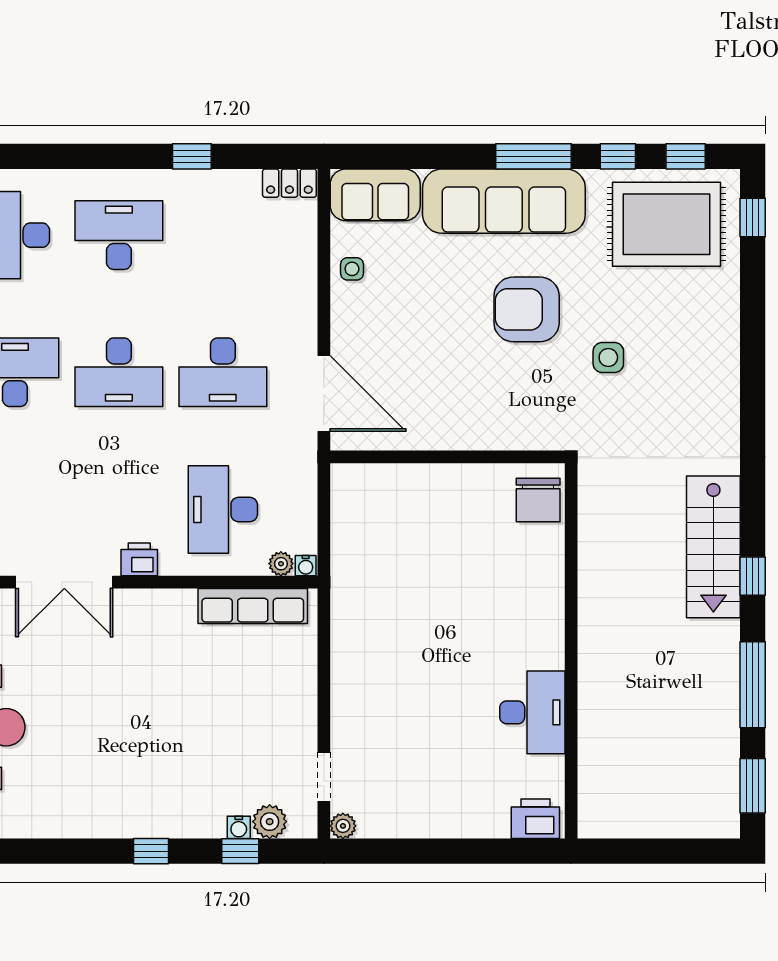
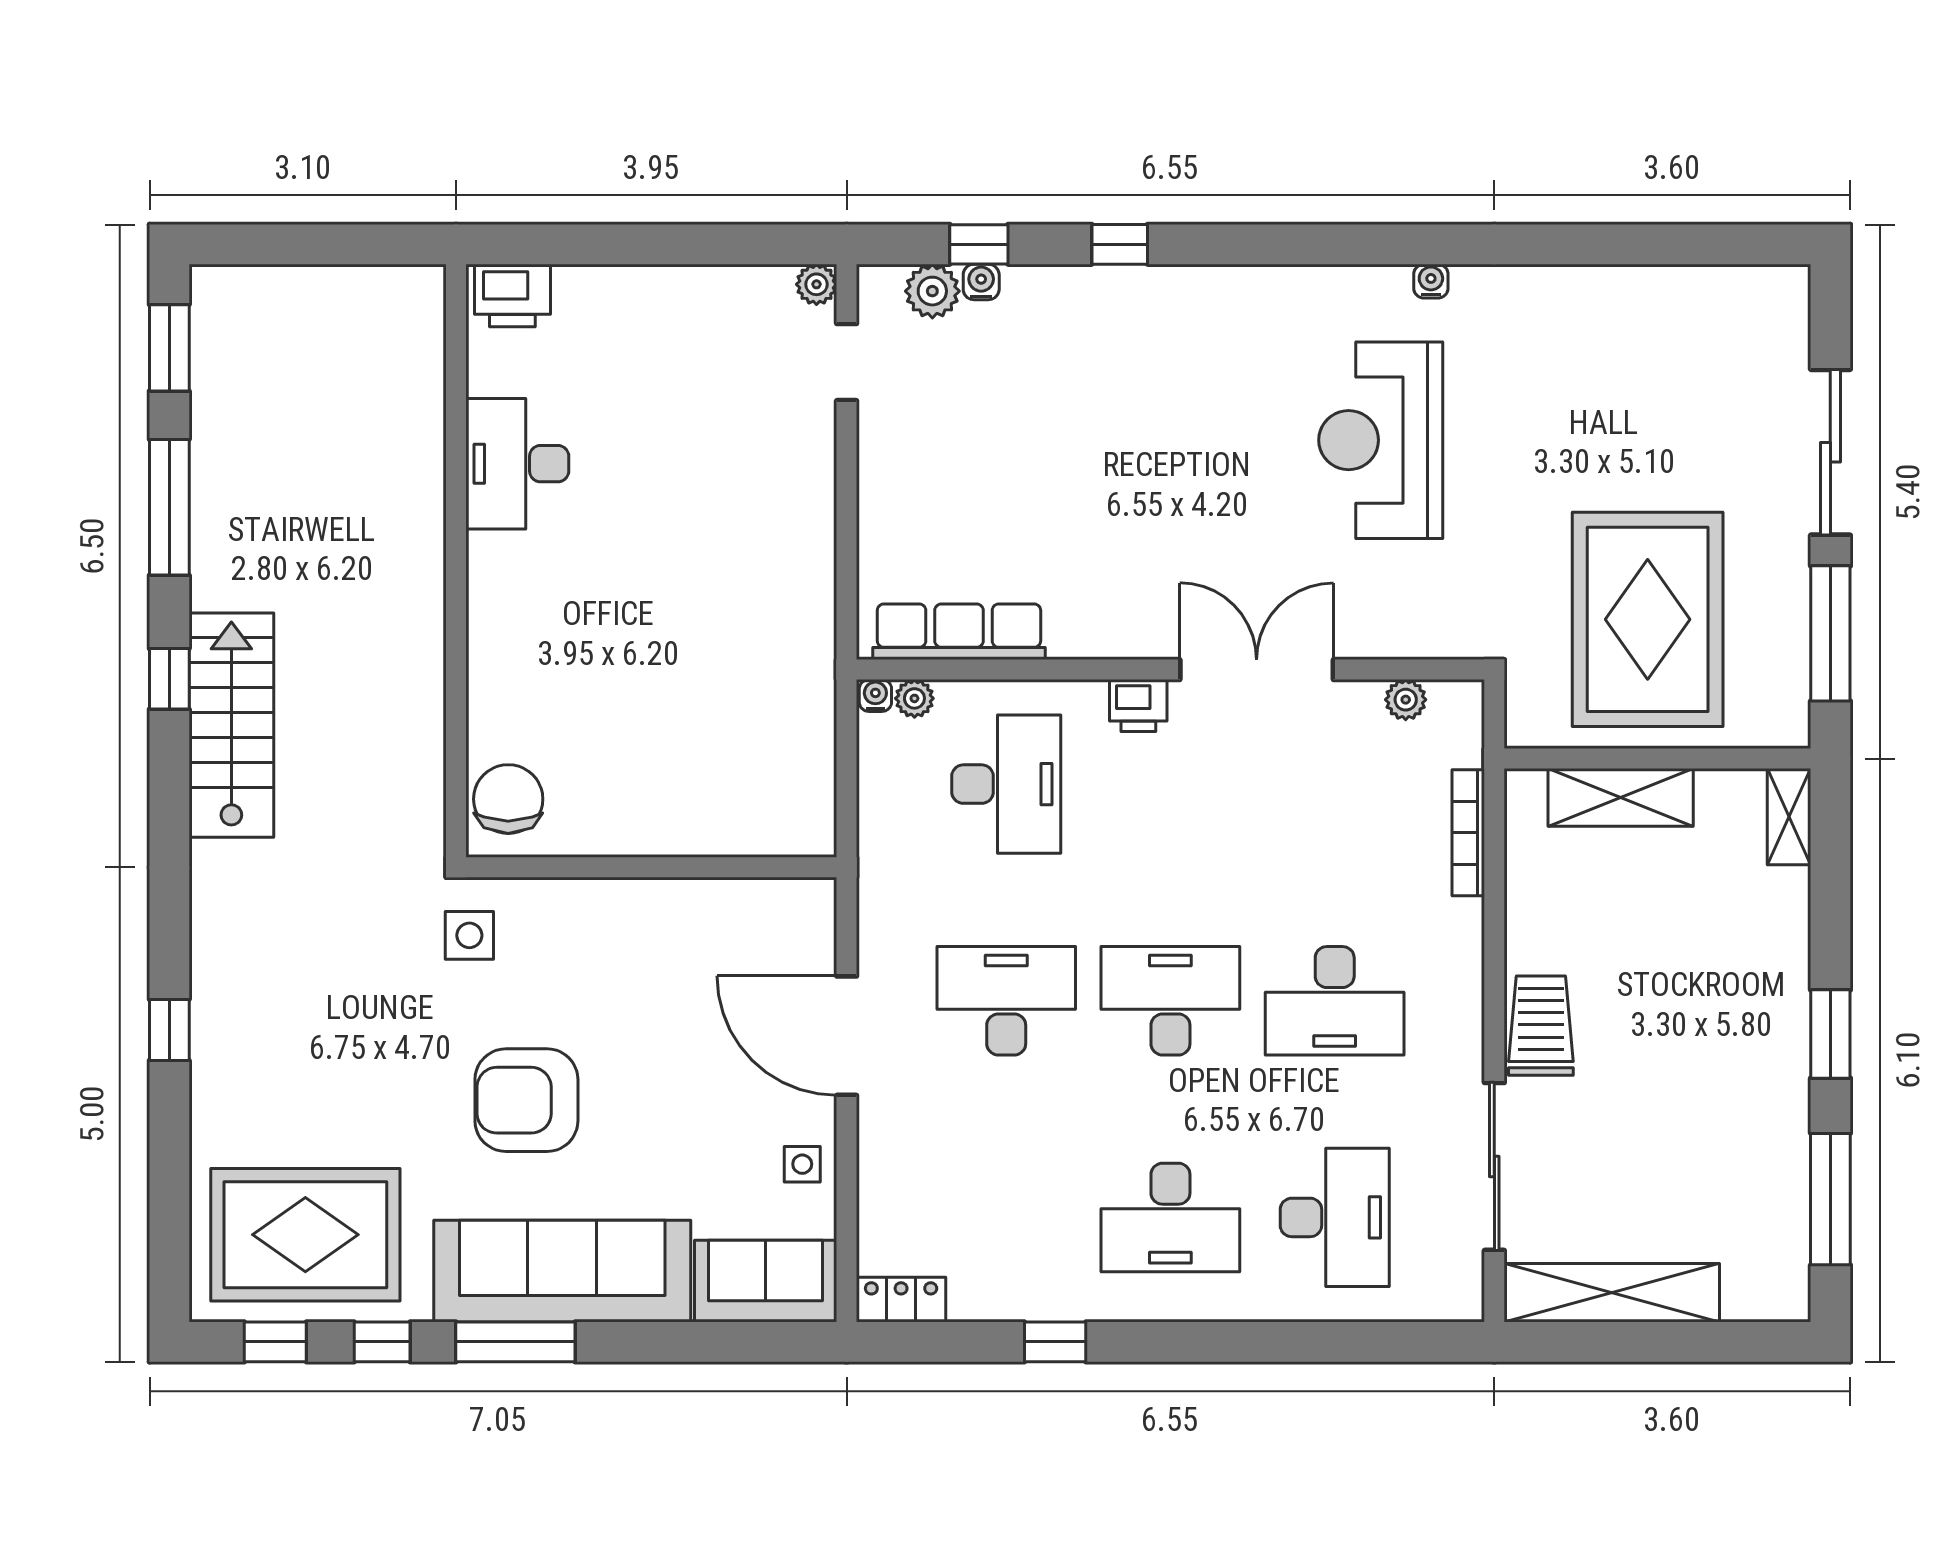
window: (753, 217) -> (169, 1030), moved
armchair: (527, 309) -> (526, 1100), turned 180
side table: (608, 357) -> (469, 935), moved
door: (324, 393) -> (847, 1036), moved

